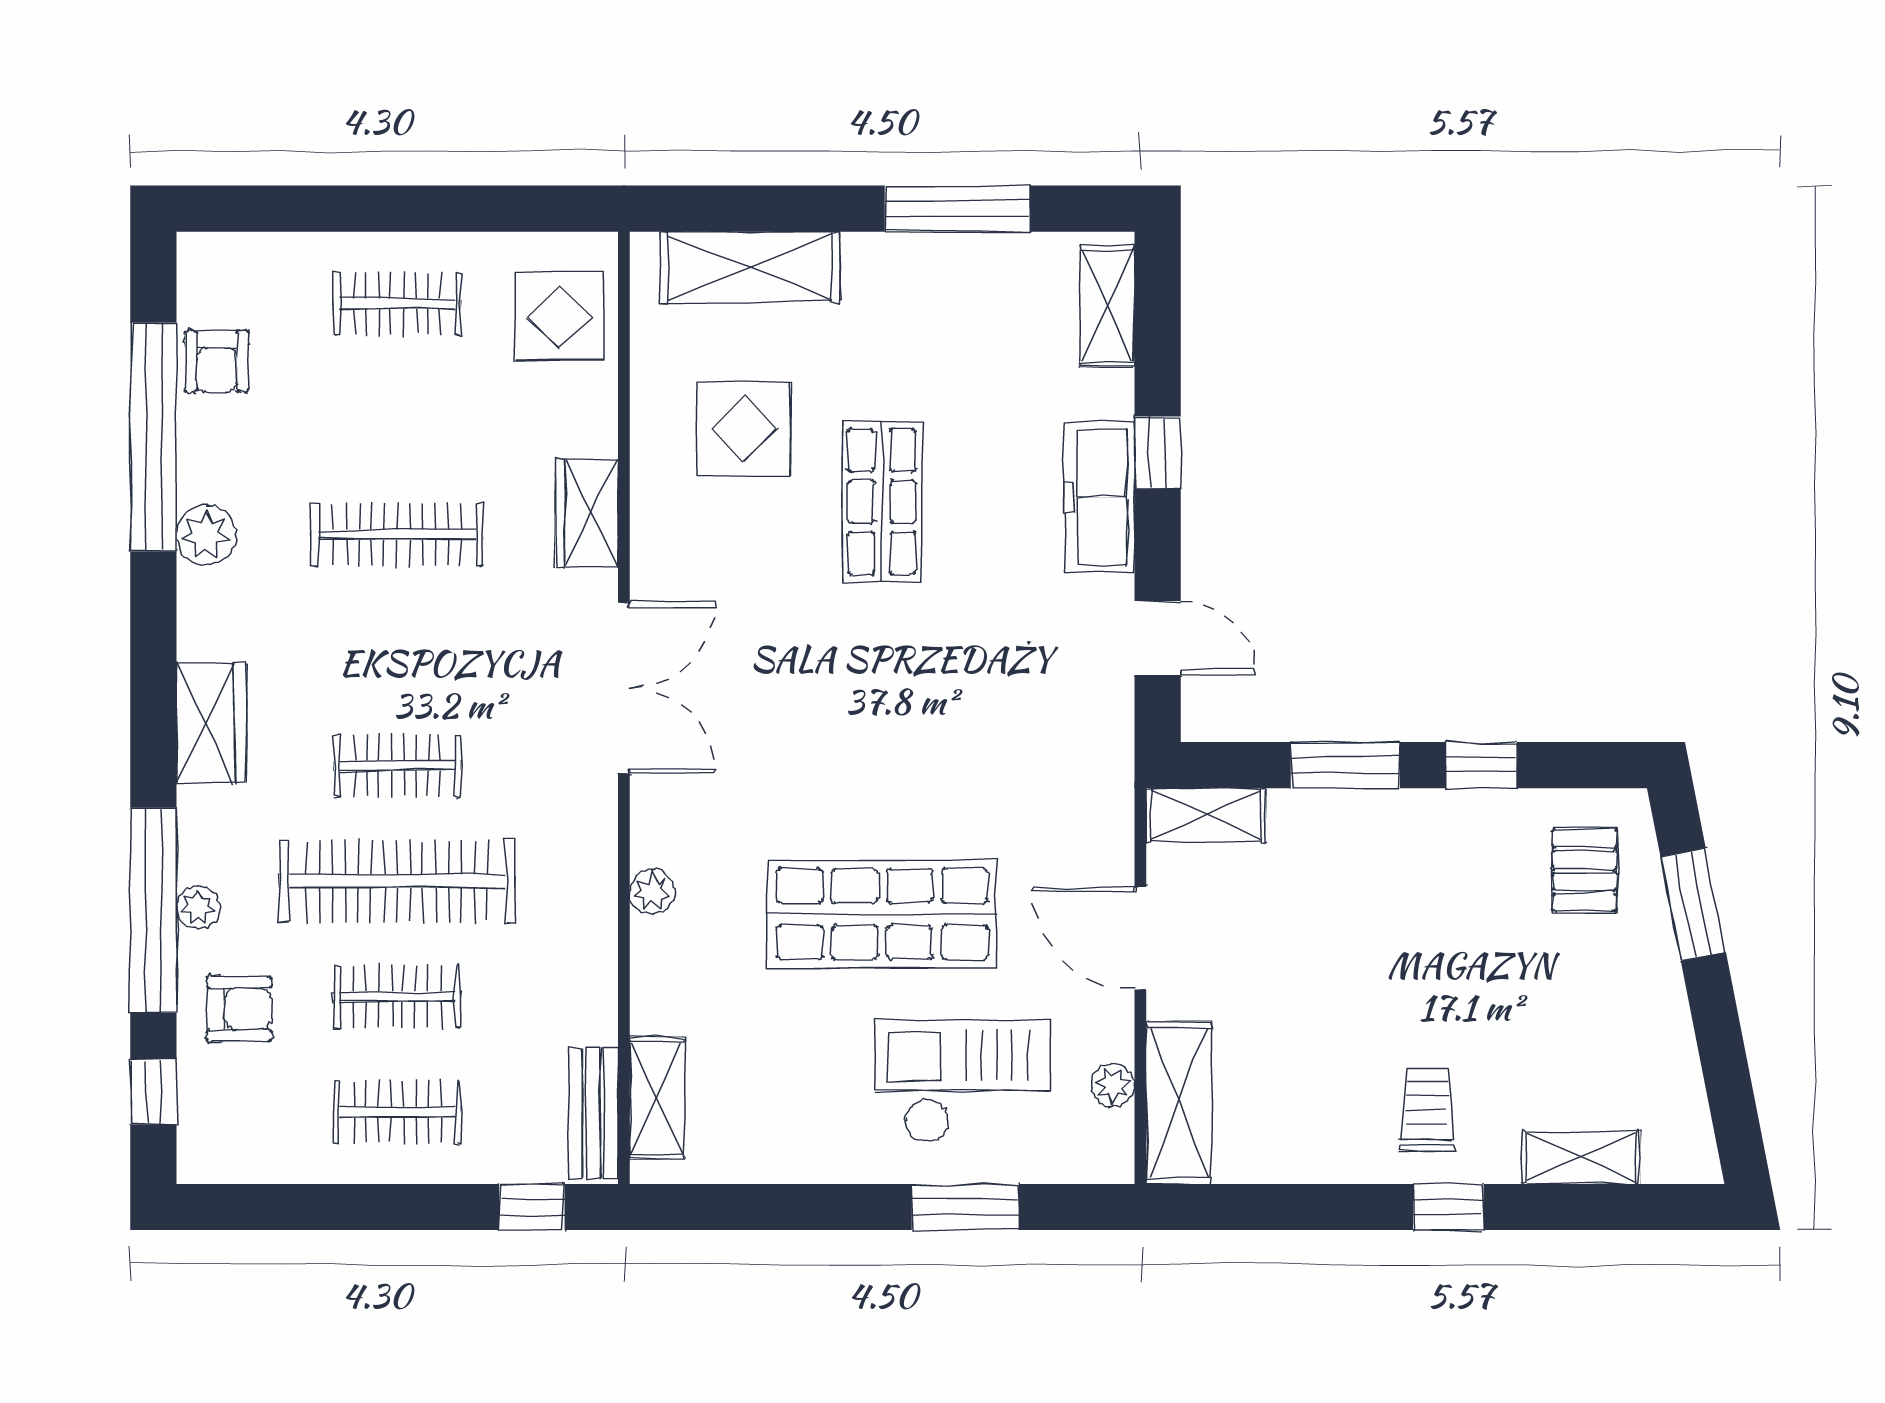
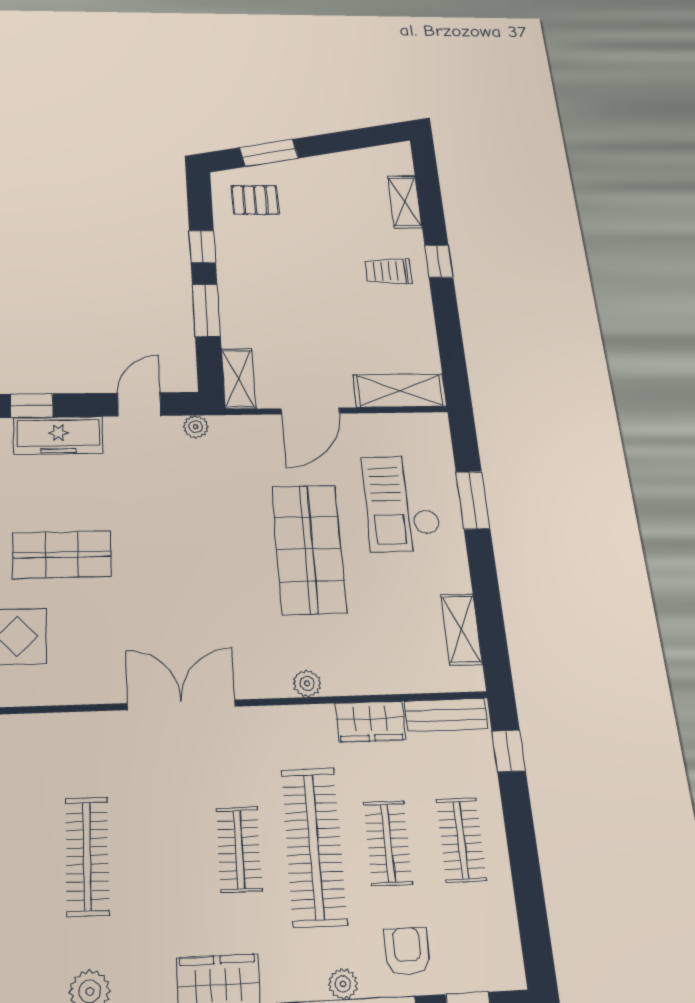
wardrobe: (587, 514) -> (370, 722), moved
plant: (1113, 1085) -> (196, 427), moved
shelving: (657, 1098) -> (461, 629), moved, turned 90

